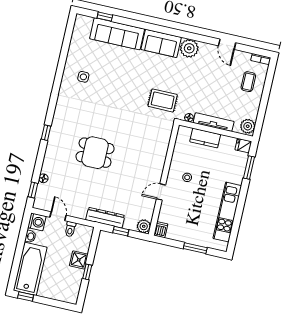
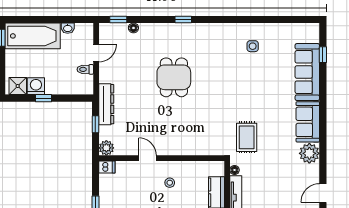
washing machine: (37, 222) -> (36, 86), moved, turned 180
shower: (79, 260) -> (18, 86), moved

